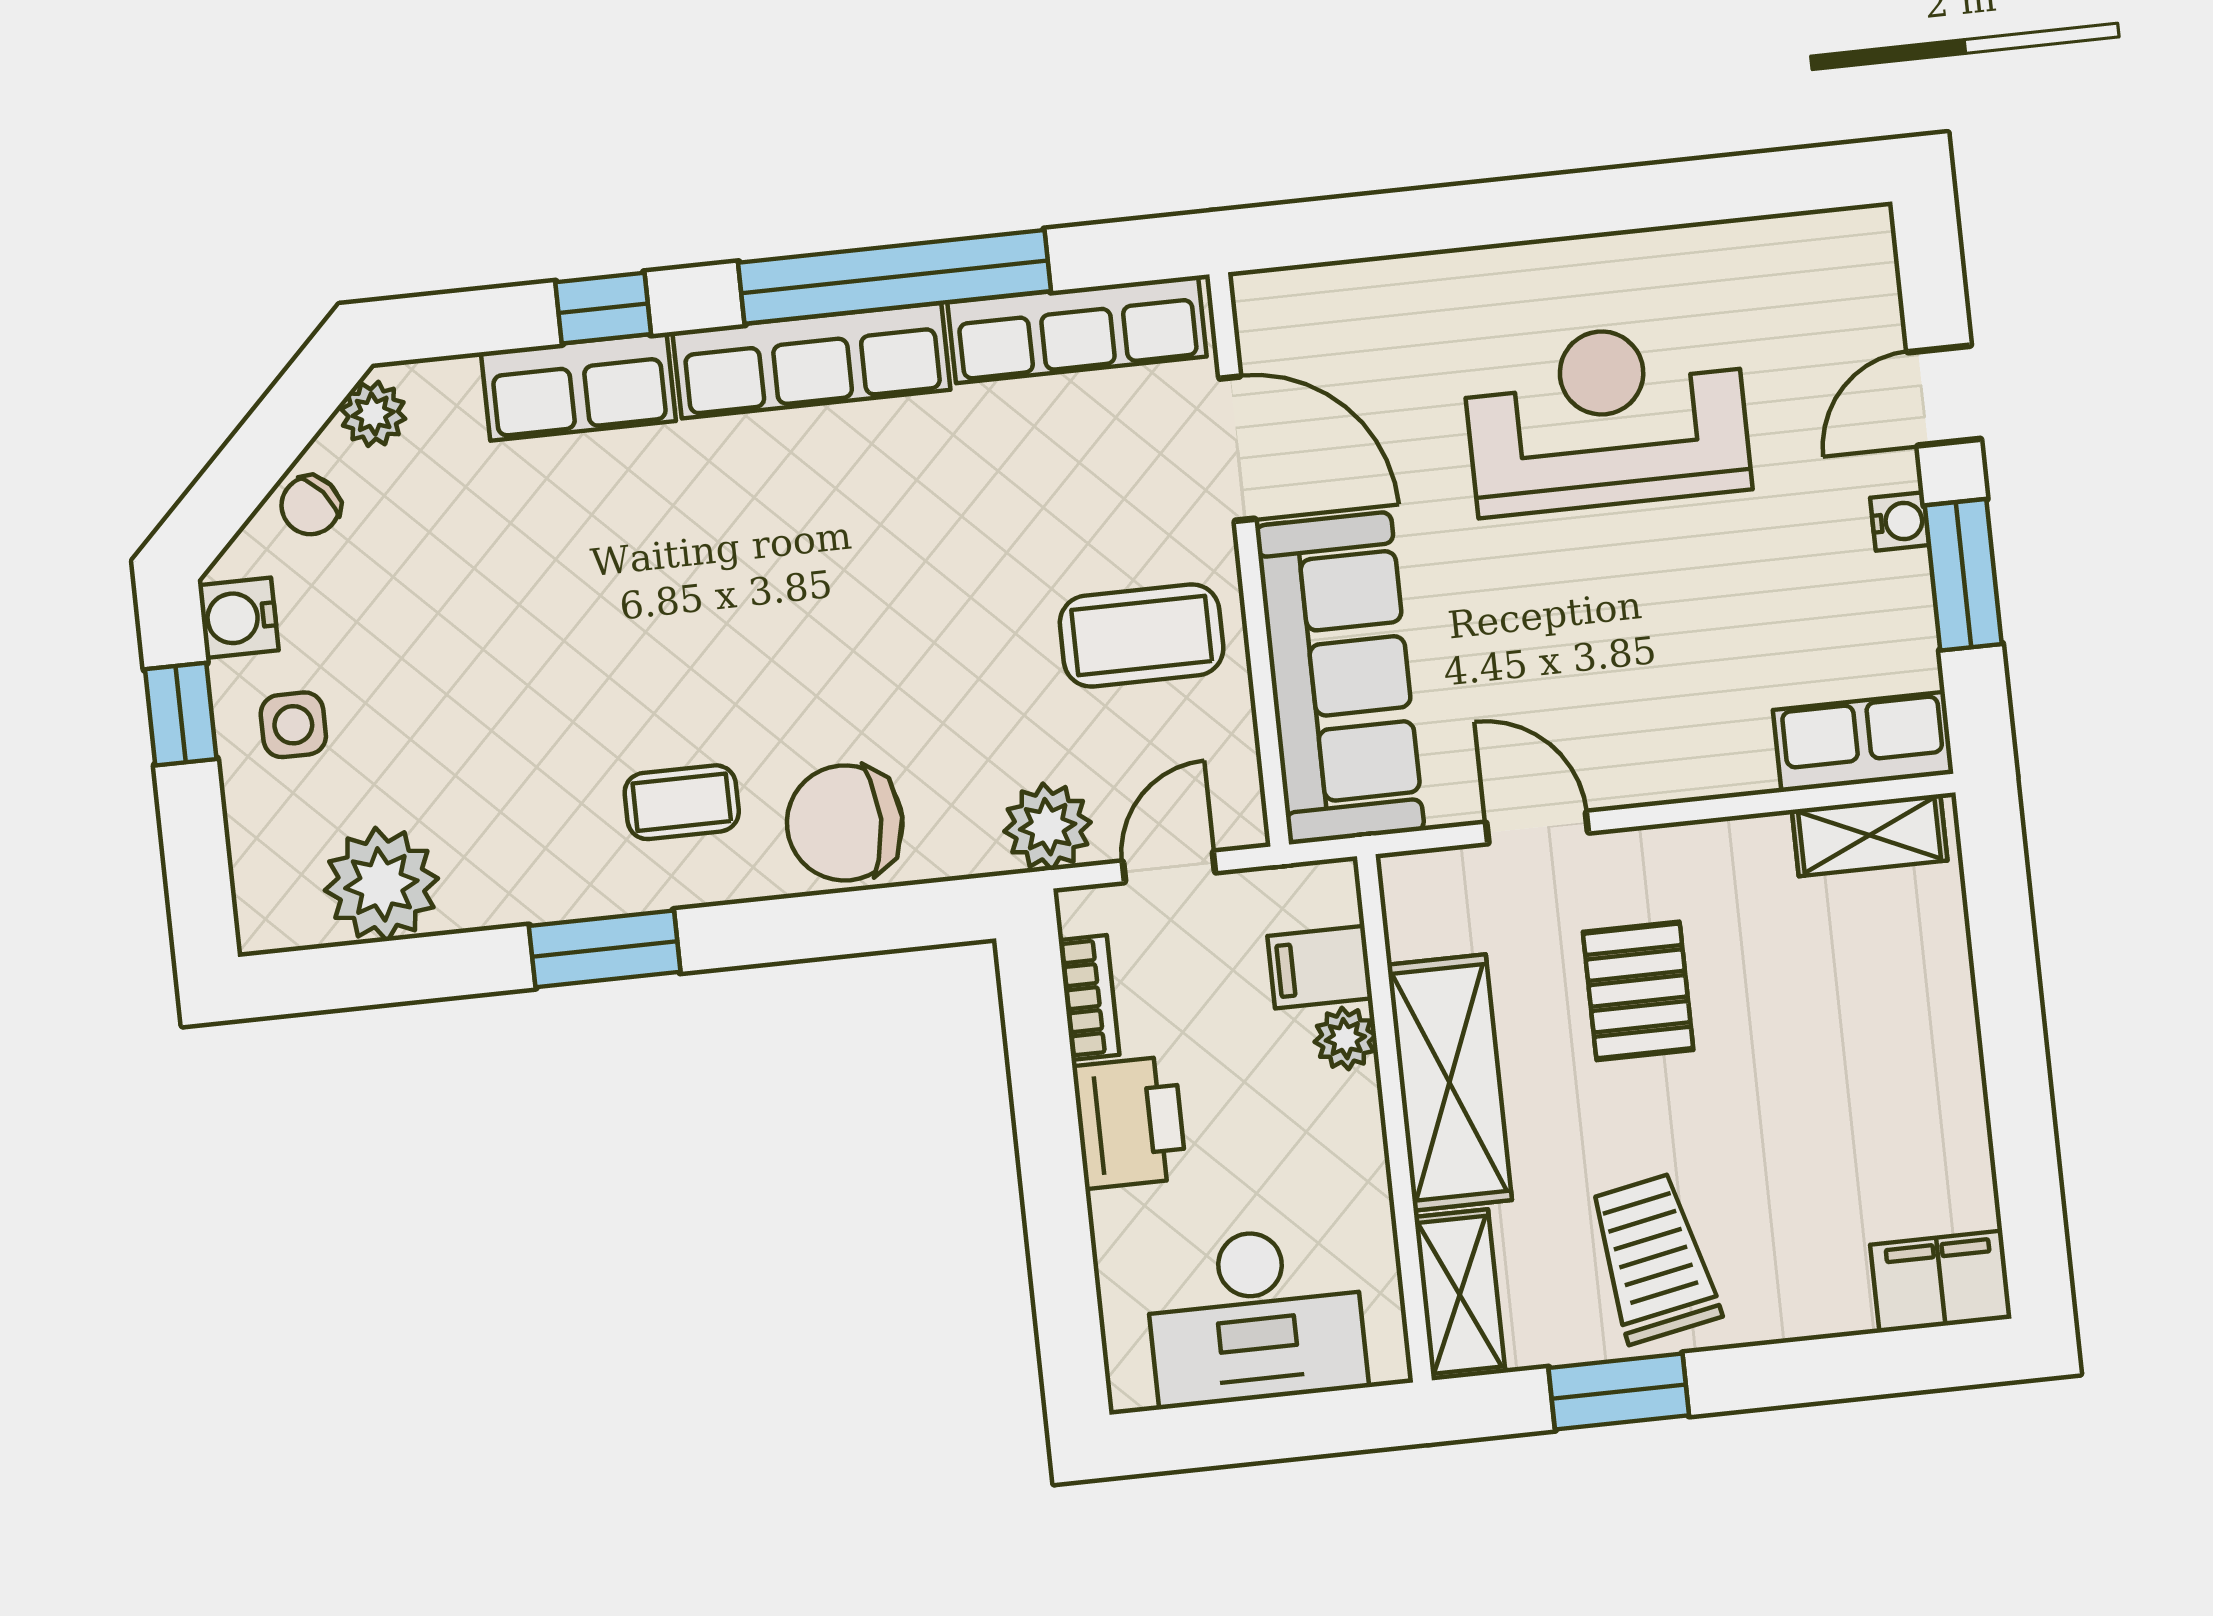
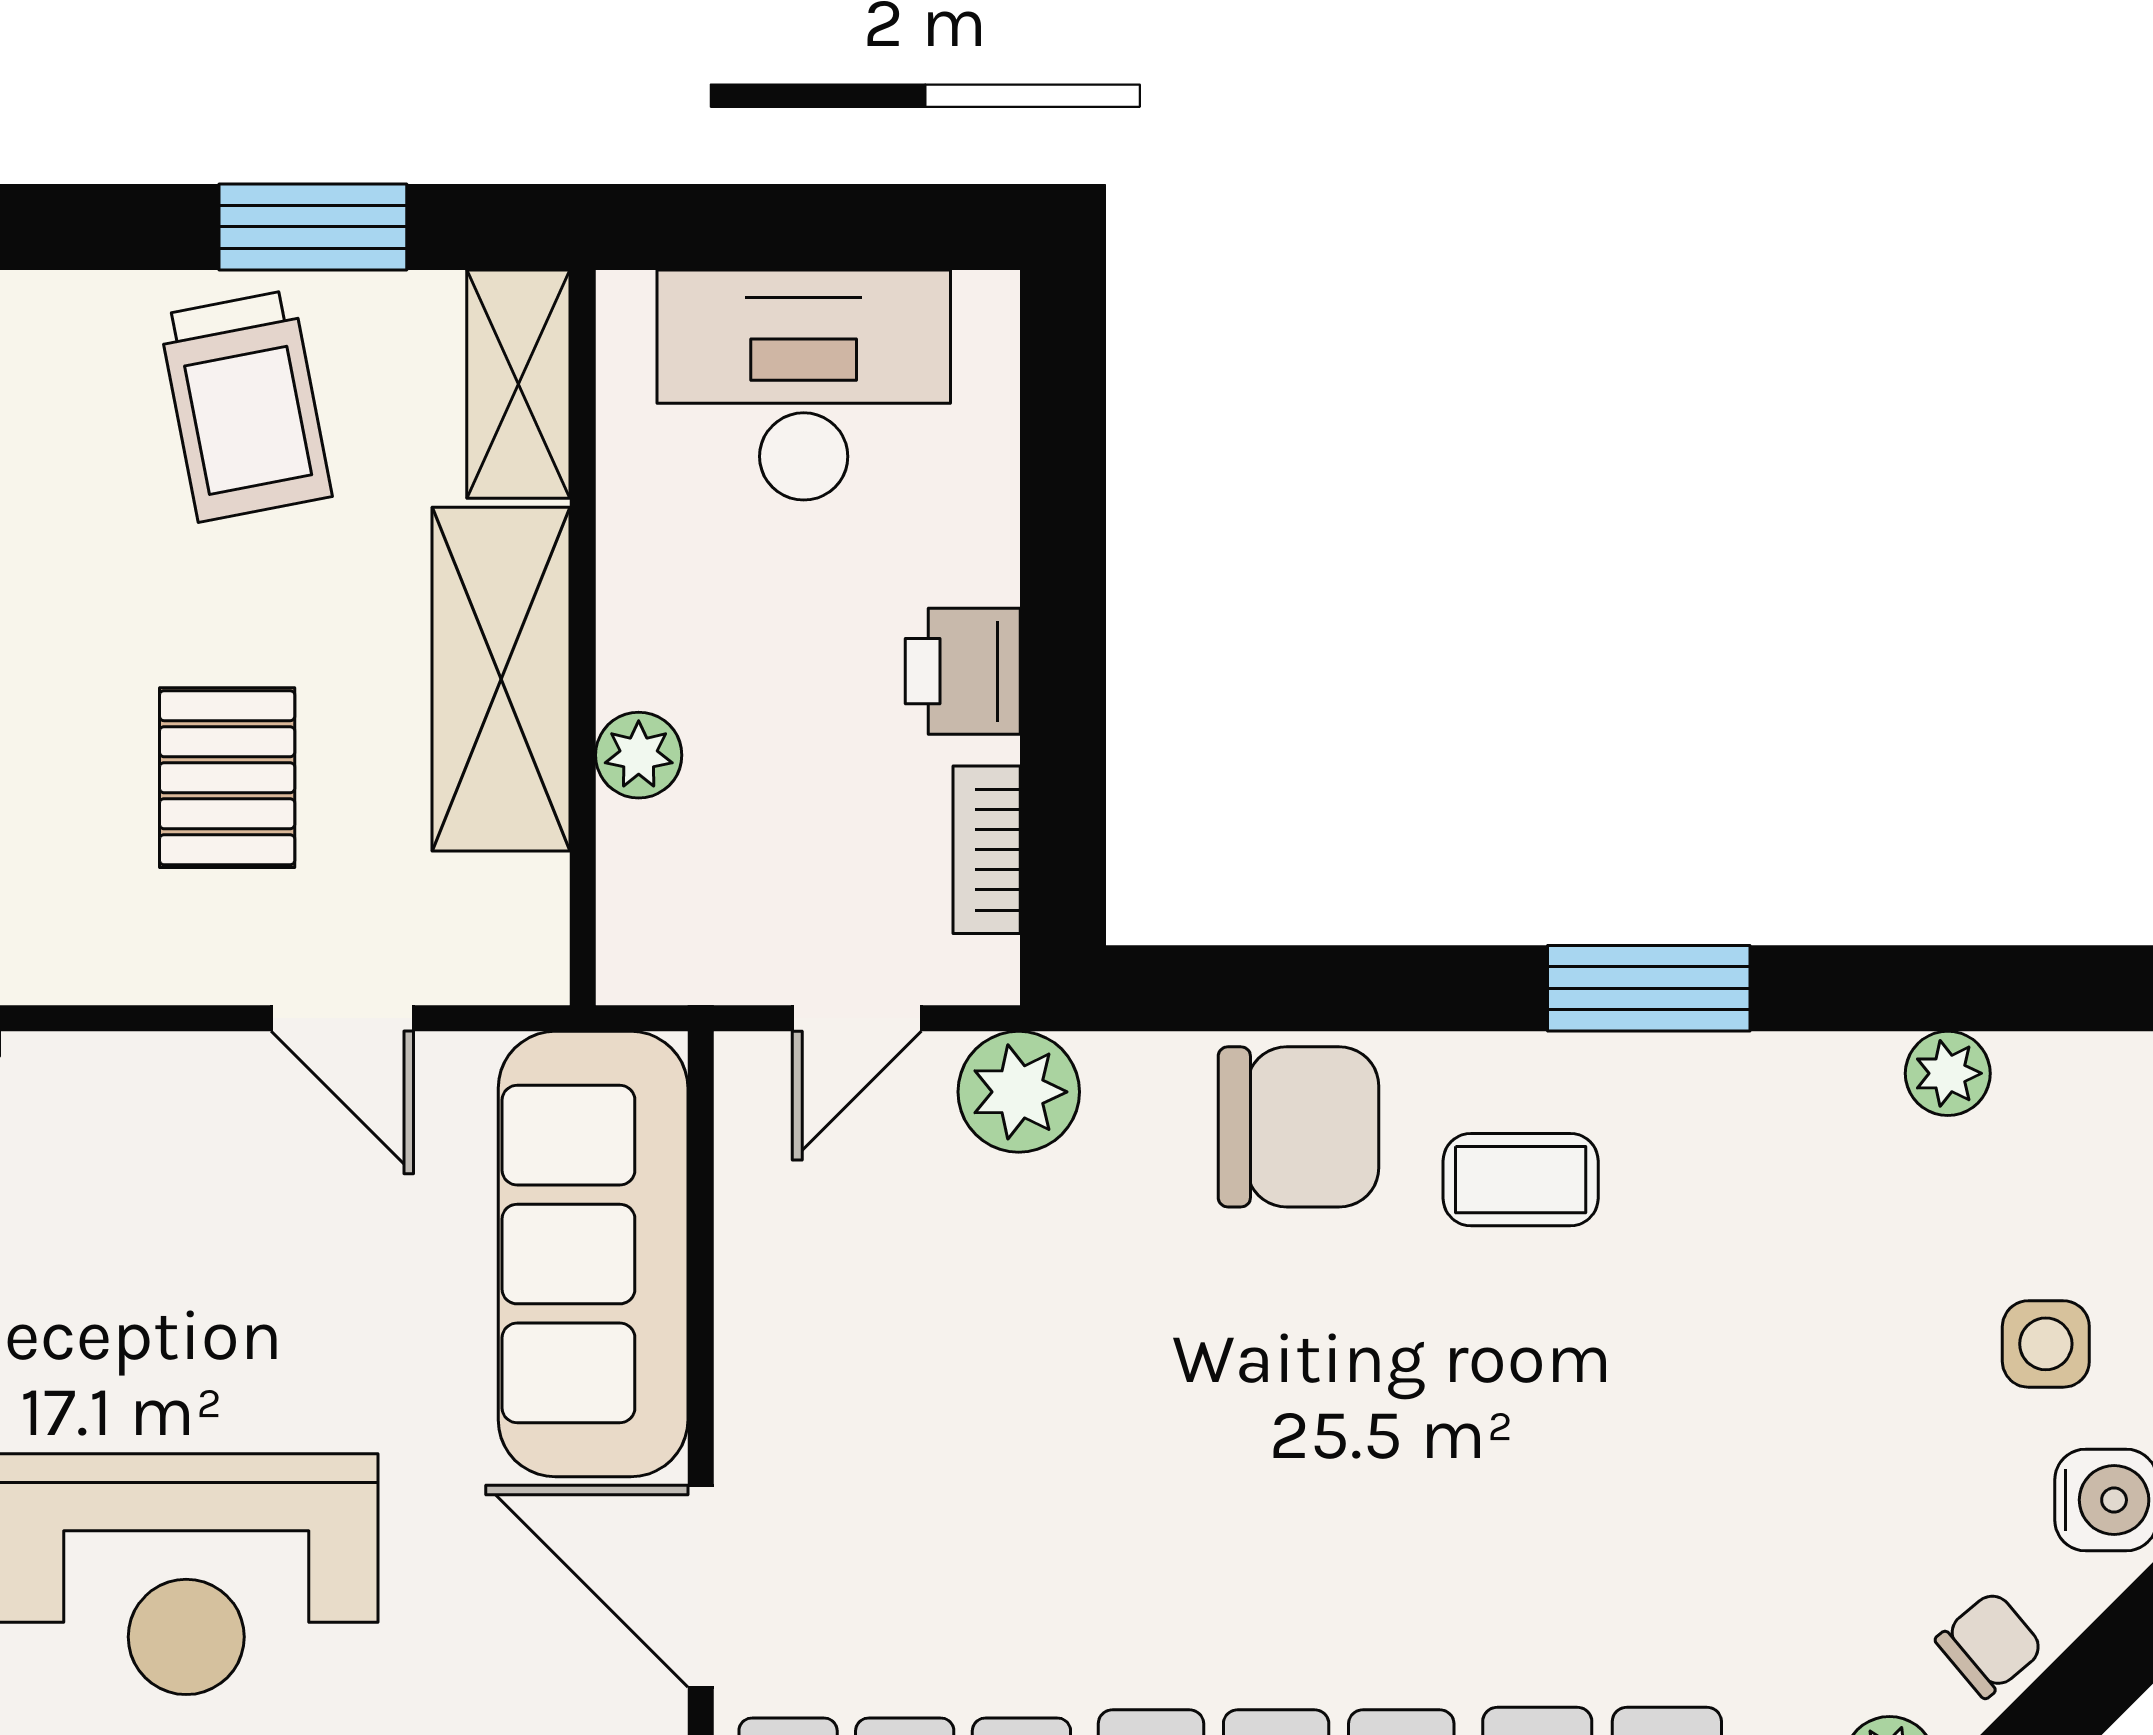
coffee table: (1142, 636) -> (861, 1342), removed
plant: (381, 884) -> (1948, 1073), width x0.53, depth x0.53
filing cabinet: (1320, 967) -> (663, 858), removed
printer: (1130, 1122) -> (963, 671), width x0.73, depth x0.81

